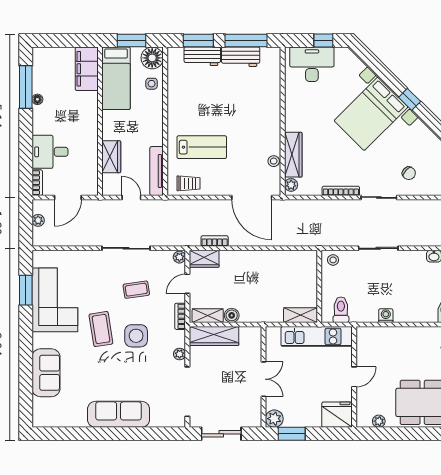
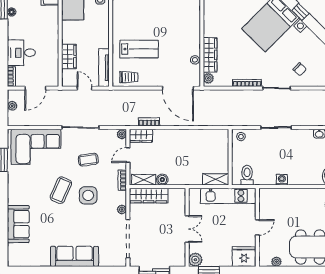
corner sofa: (55, 300) -> (36, 147), moved, turned 90
coffee table: (101, 329) -> (61, 190), turned 33

